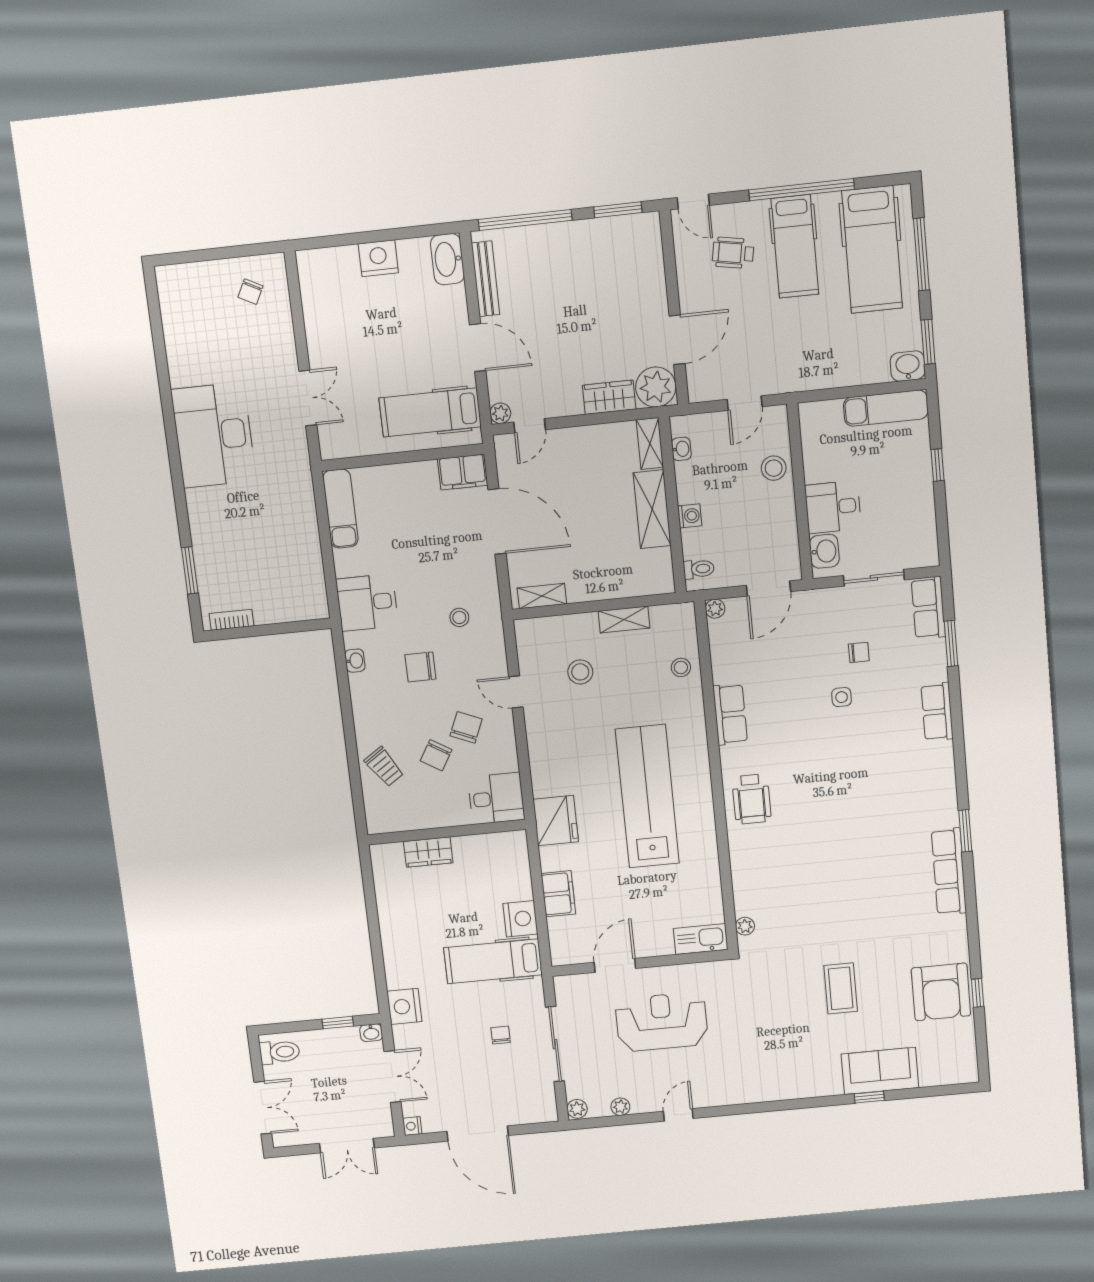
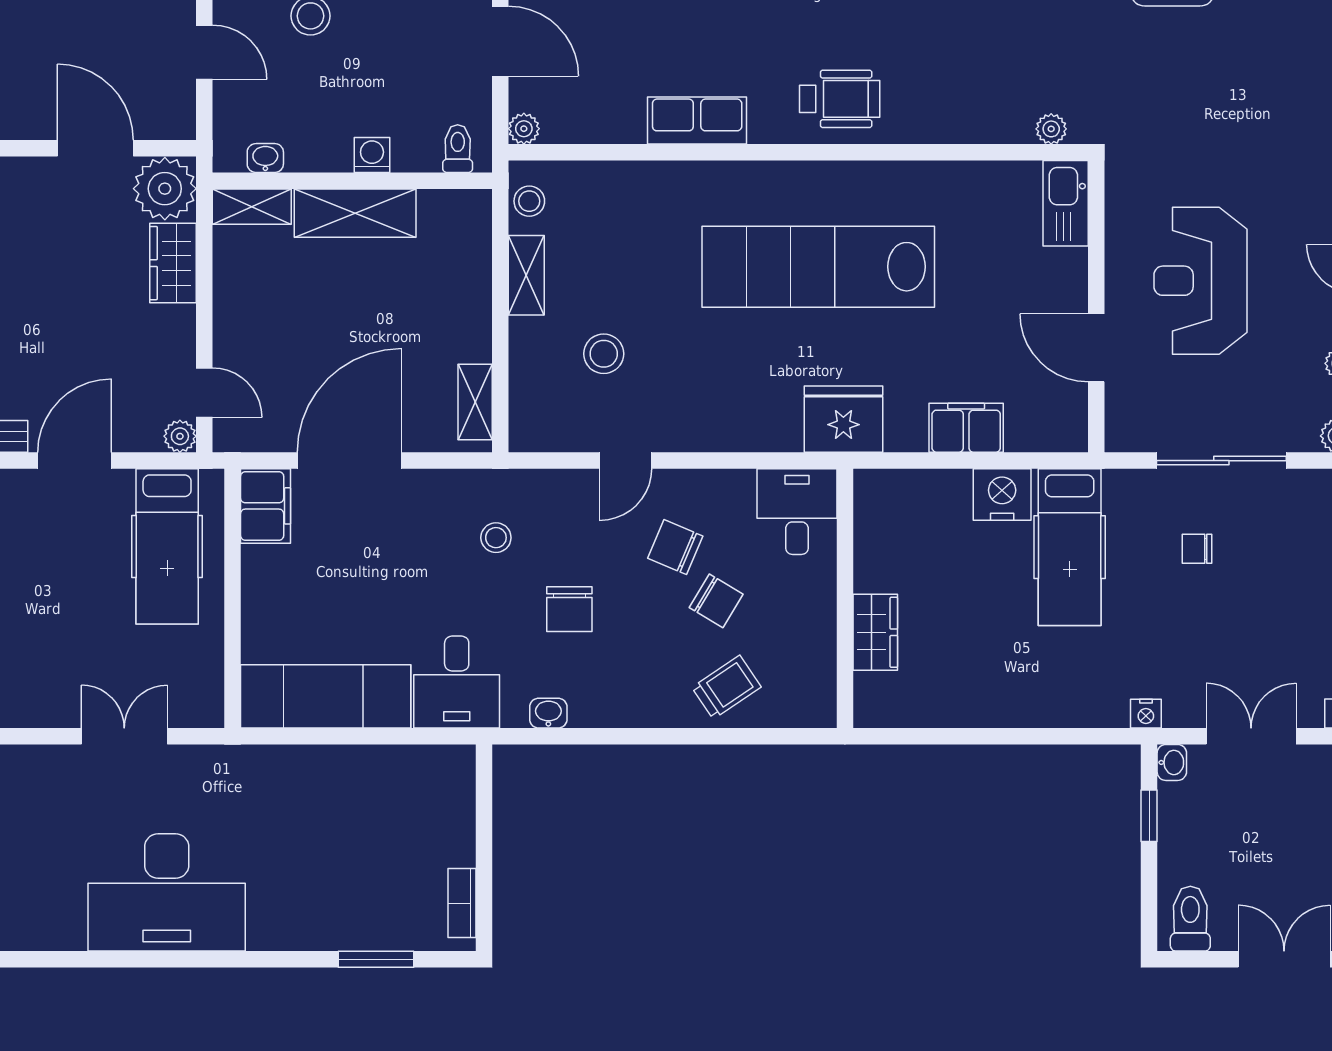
exam couch: (340, 509) -> (326, 696), width x1.36, depth x1.45
stool: (681, 667) -> (529, 201), moved
nightstand: (404, 1006) -> (1146, 714), width x0.53, depth x0.56

